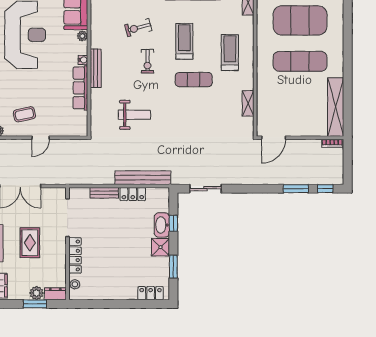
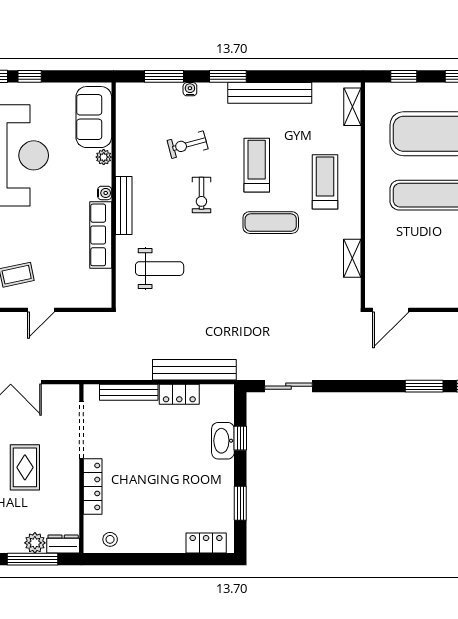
weight bench: (134, 115) -> (160, 269), moved
bench: (104, 193) -> (129, 392), width x1.36
shower: (160, 247) -> (221, 474), removed
stool: (75, 284) -> (110, 539), moved
window: (35, 304) -> (33, 559), width x1.44

